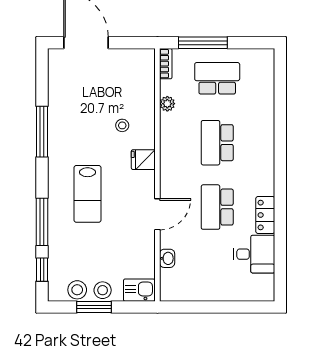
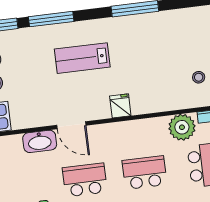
plant: (167, 104) -> (182, 127), width x1.87, depth x1.87
stool: (122, 125) -> (199, 77), moved
washbasin: (167, 258) -> (40, 141), width x1.91, depth x1.45

